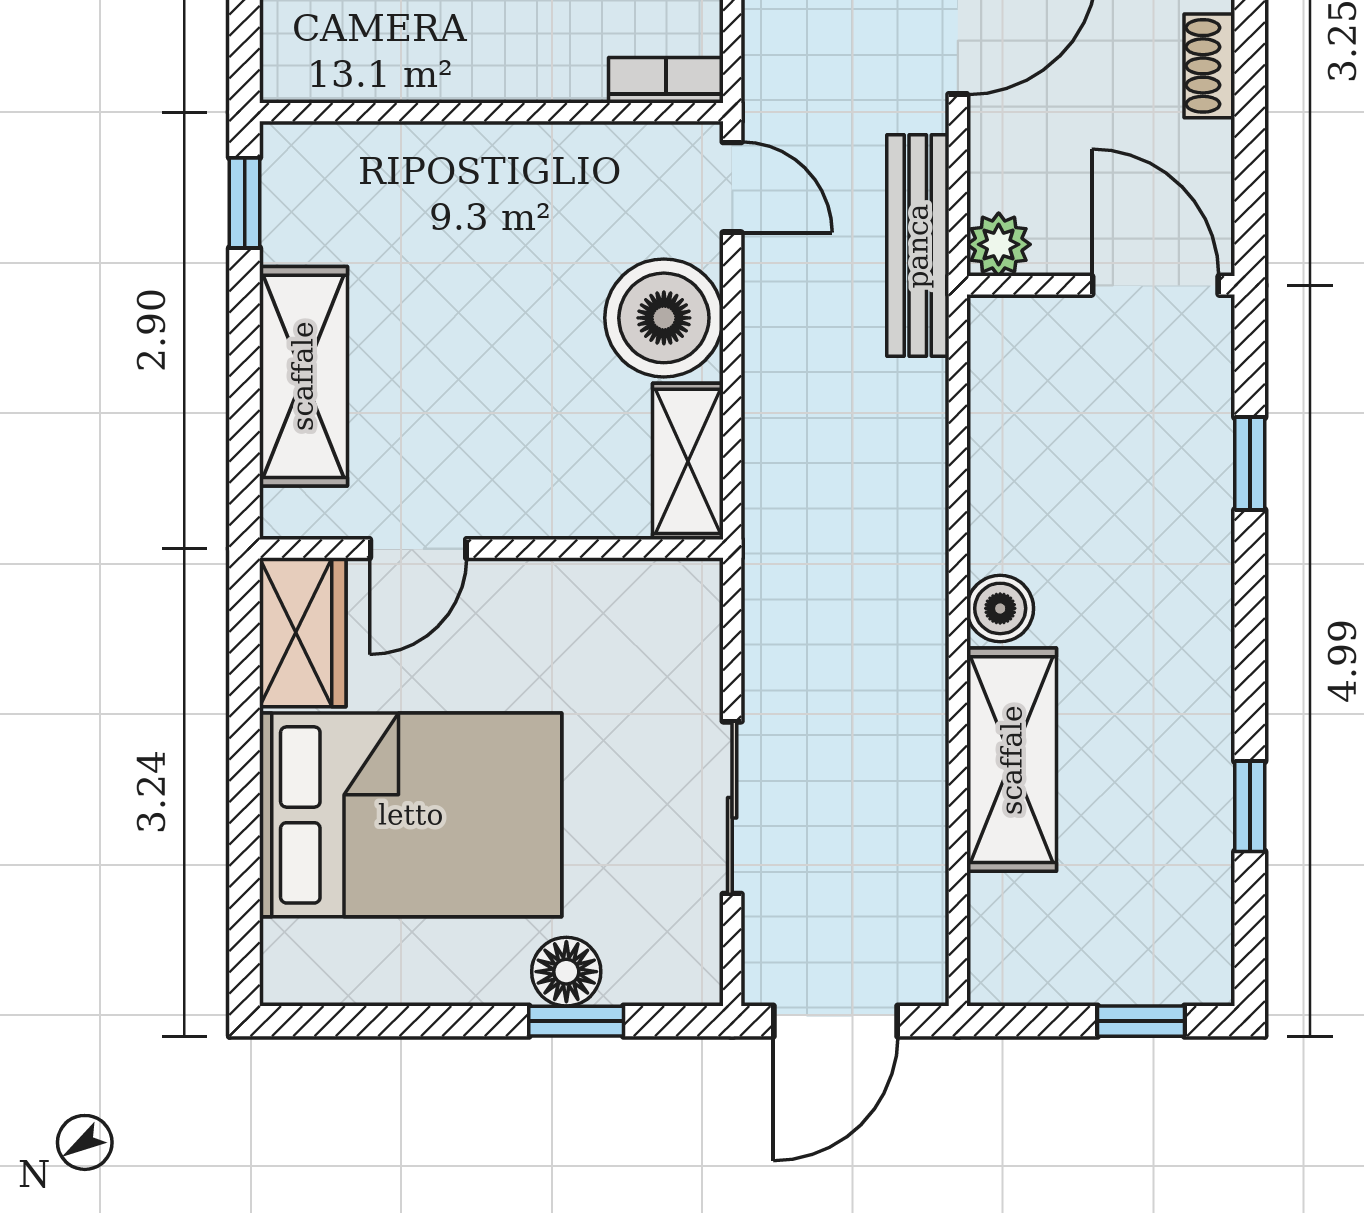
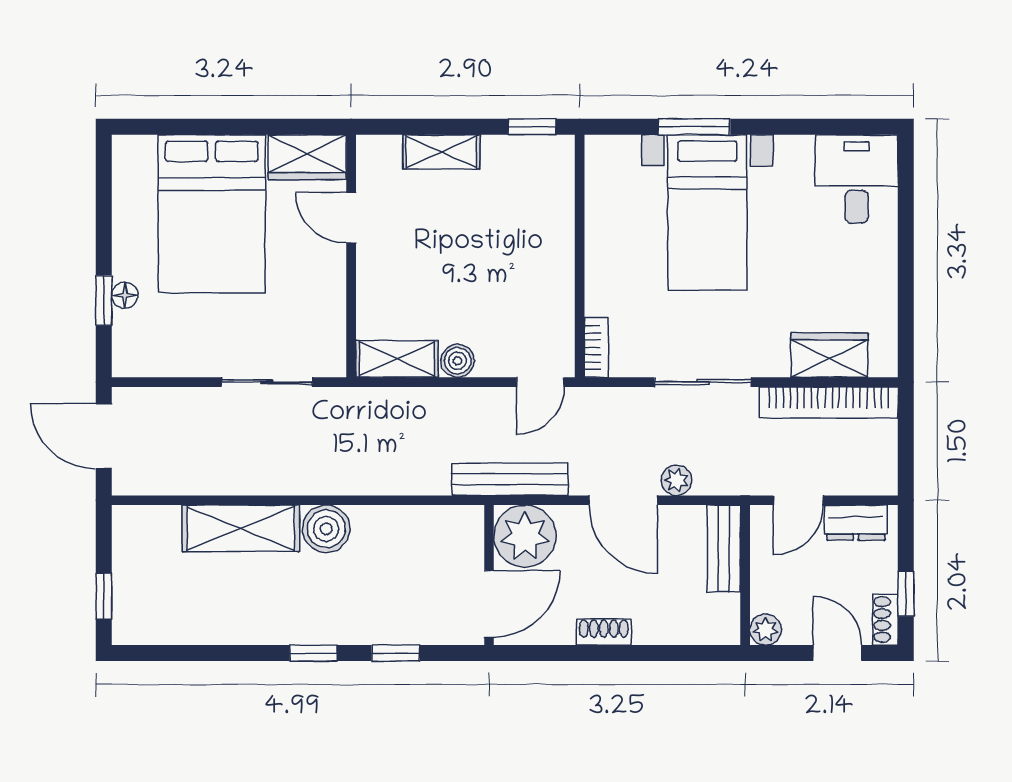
plant: (999, 244) -> (525, 536), width x1.87, depth x1.87
boiler: (664, 318) -> (458, 361), width x0.54, depth x0.54
shelving: (303, 376) -> (441, 152), width x0.67, depth x0.75
boiler: (1000, 608) -> (326, 529), width x1.36, depth x1.36
window: (1250, 806) -> (313, 653), moved
sliding door: (732, 808) -> (267, 382), moved
floor lamp: (566, 972) -> (125, 295), width x0.73, depth x0.73

